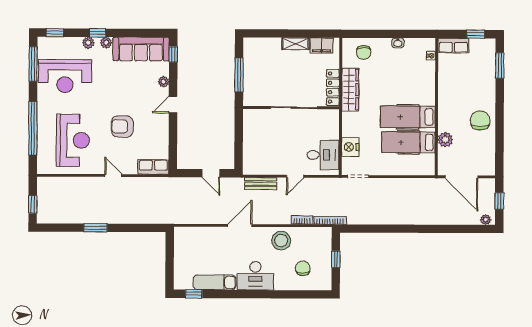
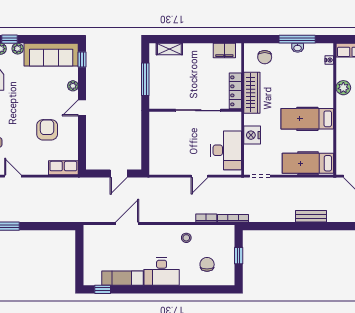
window: (398, 34) -> (297, 39), added
shelving: (295, 44) -> (169, 49), moved
armchair: (122, 126) -> (47, 130), moved, turned 90
plant: (445, 140) -> (343, 88), moved
hospital bed: (408, 142) -> (308, 163), moved
nightstand: (350, 147) -> (252, 135), moved
desk: (323, 155) -> (226, 150), width x1.37
door: (211, 173) -> (119, 173), hinge flipped
door: (113, 176) -> (13, 176), moved
bench: (261, 184) -> (311, 216), moved
door: (240, 225) -> (127, 223), moved
stool: (281, 241) -> (186, 238), width x0.53, depth x0.53

